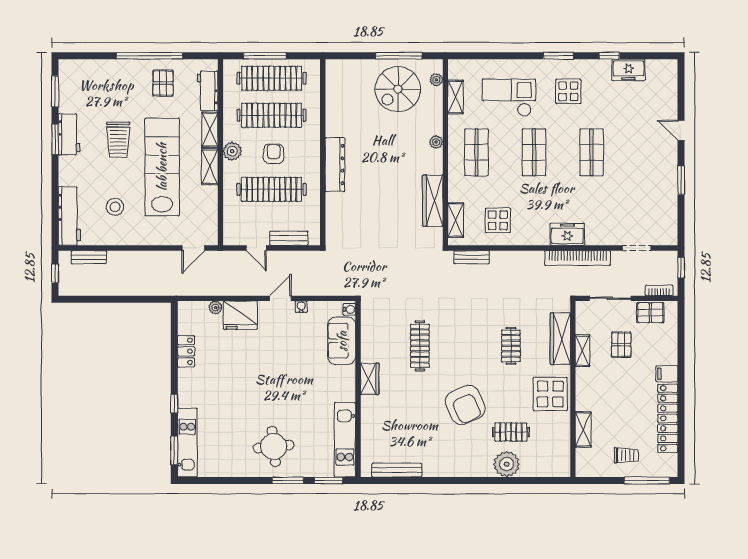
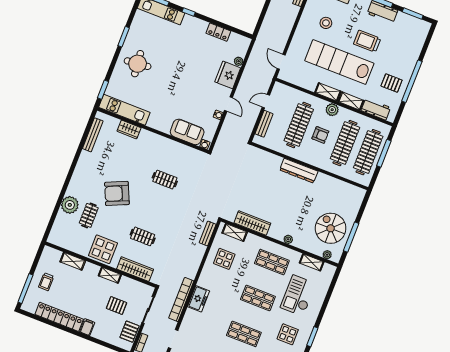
checkout: (509, 98) -> (298, 296), turned 180
lab bench: (162, 167) -> (339, 62), turned 180
clothes rail: (420, 346) -> (165, 180), width x0.73
shelving: (582, 351) -> (110, 275), moved
wardrobe: (370, 379) -> (129, 129), moved
window: (288, 480) -> (124, 37), moved

